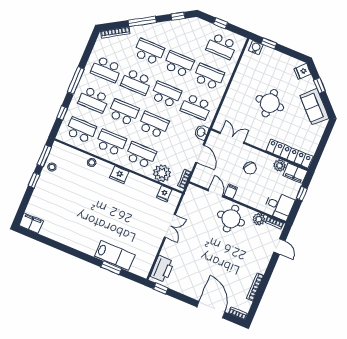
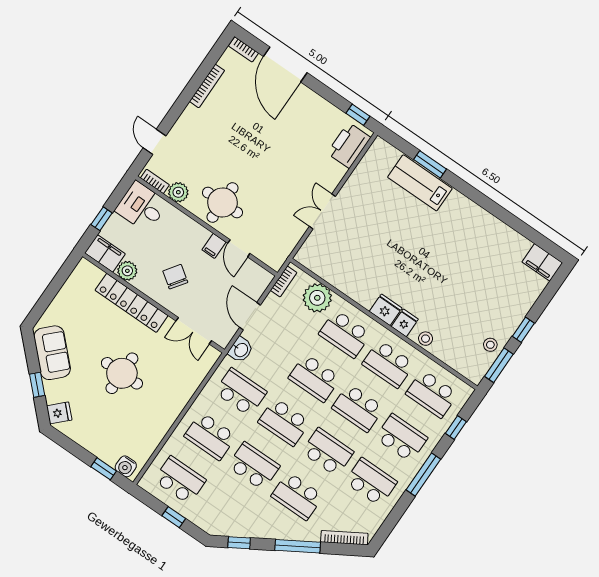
school desk: (179, 64) -> (254, 466), turned 180
locker: (289, 154) -> (132, 303), moved
fridge: (164, 194) -> (405, 323), moved

